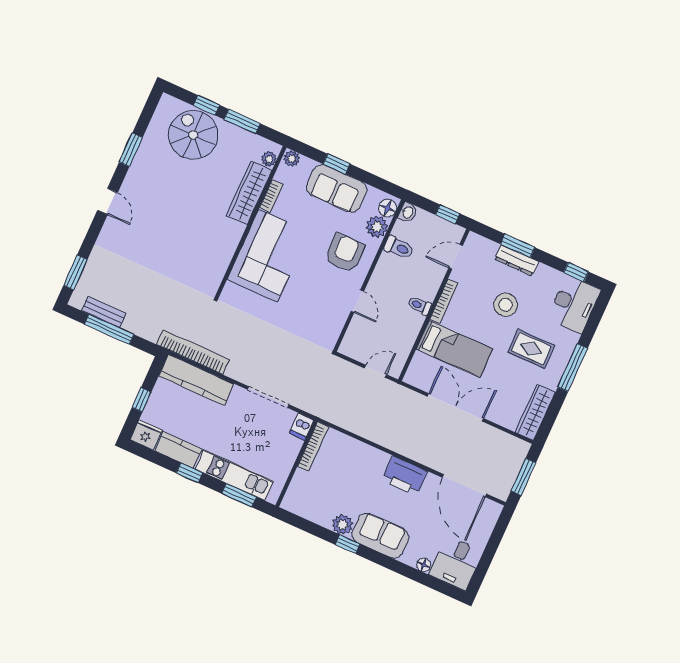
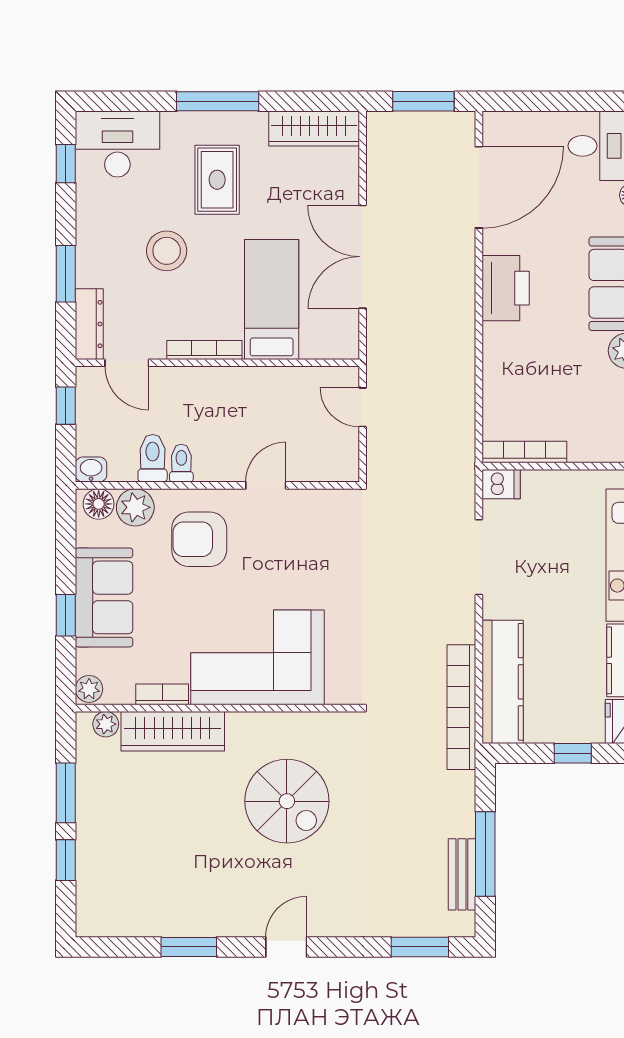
spiral stairs: (193, 135) -> (287, 801), moved, turned -90
dresser: (516, 260) -> (89, 324), moved
toilet: (420, 306) -> (181, 463), moved, turned 180

